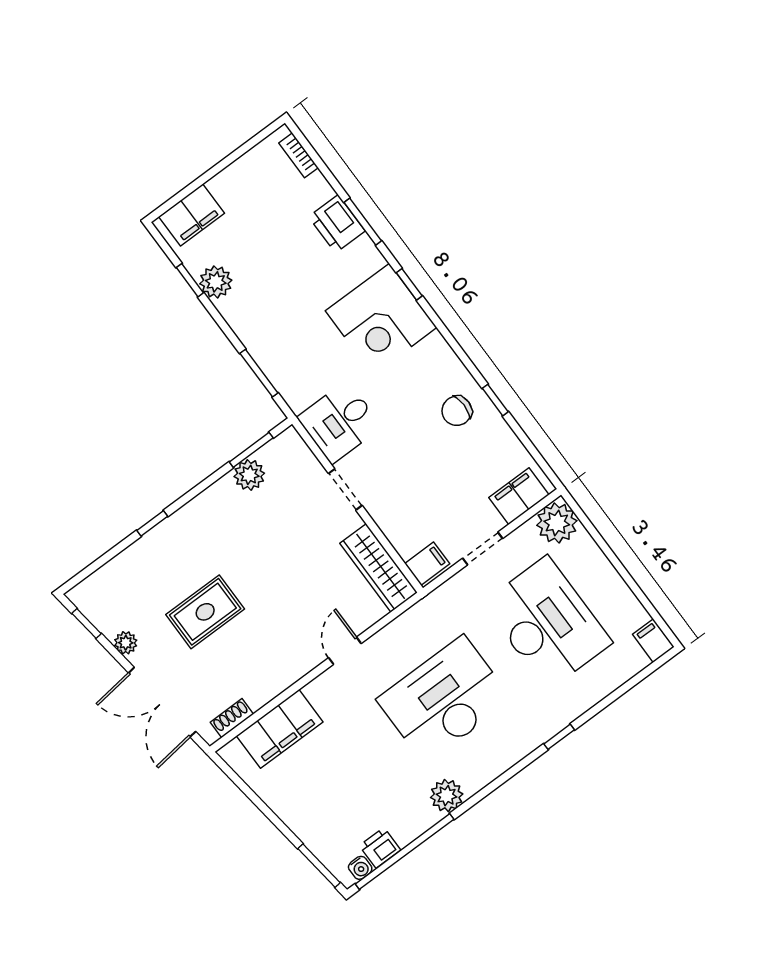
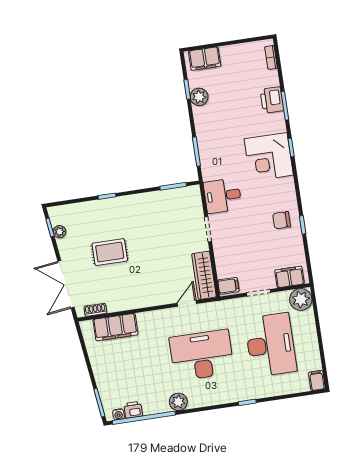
plant: (249, 475) -> (166, 198), removed
plant: (126, 643) -> (60, 232), moved
door: (345, 651) -> (187, 303), moved

